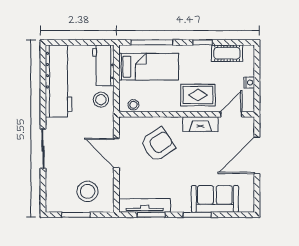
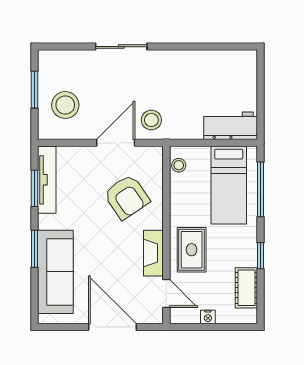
workbench: (58, 81) -> (210, 67), removed
stool: (101, 100) -> (151, 120), moved
sofa: (215, 199) -> (55, 272), width x1.36

